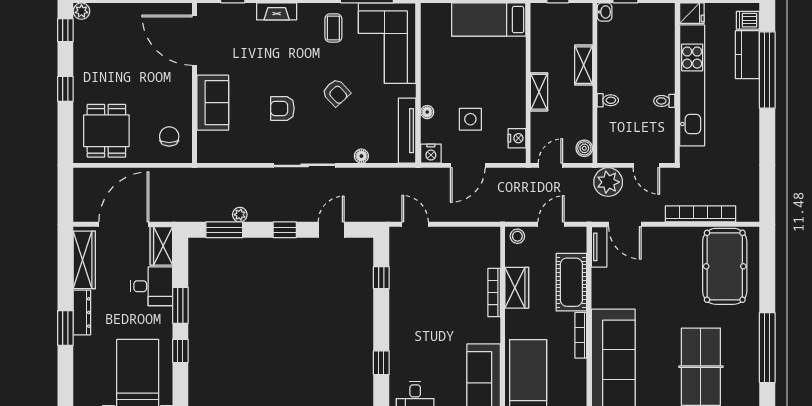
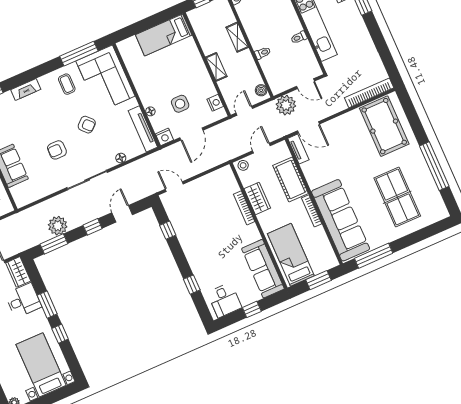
bookcase: (701, 214) -> (369, 93), moved
plant: (240, 215) -> (58, 226), width x1.88, depth x1.88

